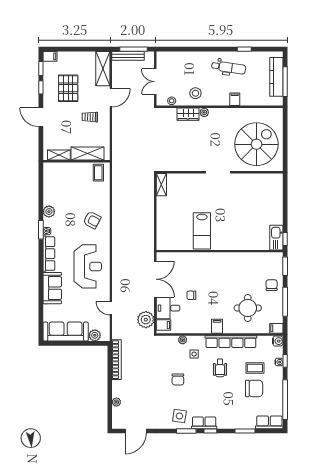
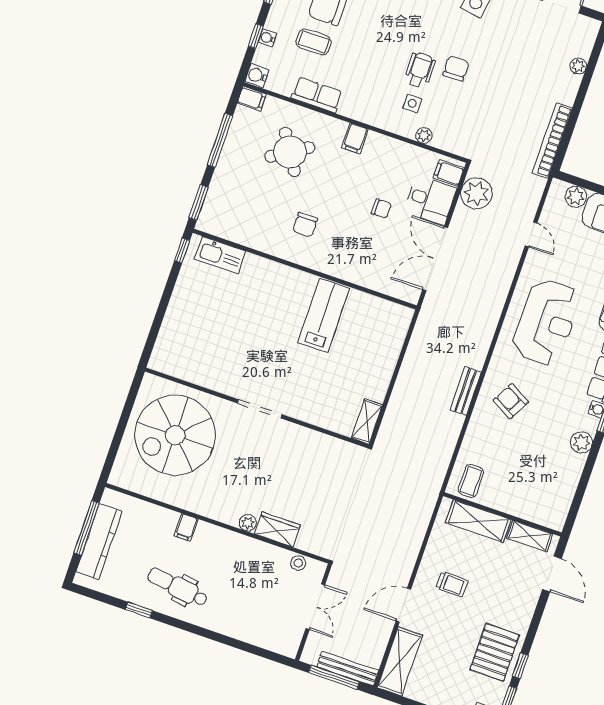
pallet: (68, 88) -> (495, 652), moved
stool: (195, 93) -> (252, 562), removed
door: (41, 117) -> (552, 574), moved
bench: (117, 217) -> (466, 391), added
kitchen sink: (276, 238) -> (220, 255), moved, turned 90
reception desk: (88, 266) -> (546, 322), turned 180
chair: (272, 285) -> (305, 225), moved
round table: (248, 308) -> (290, 152), turned -32
row of seats: (231, 342) -> (317, 95), width x0.50
wheelchair: (220, 368) -> (420, 70), moved

